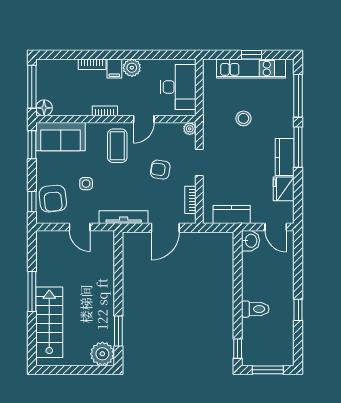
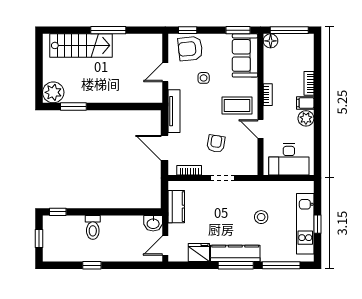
plant: (190, 129) -> (252, 170), removed
kitchen counter: (285, 157) -> (235, 253), width x1.50
window: (268, 370) -> (39, 238), width x0.67

